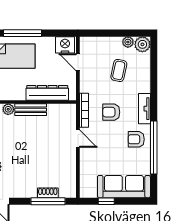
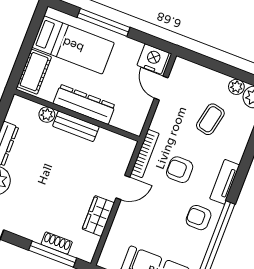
dresser: (47, 93) -> (84, 104), moved
door: (78, 139) -> (123, 188), hinge flipped
wardrobe: (69, 164) -> (98, 216), added

